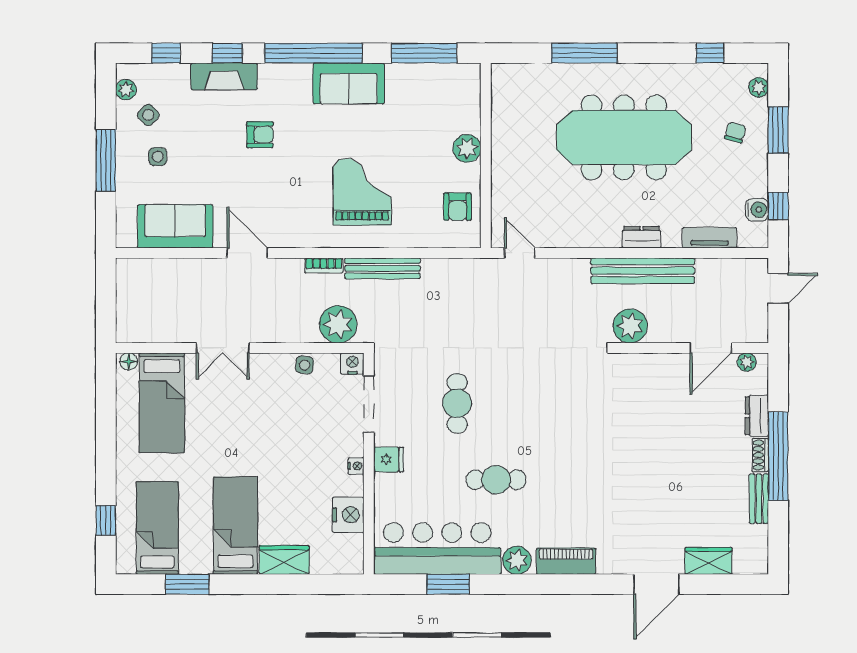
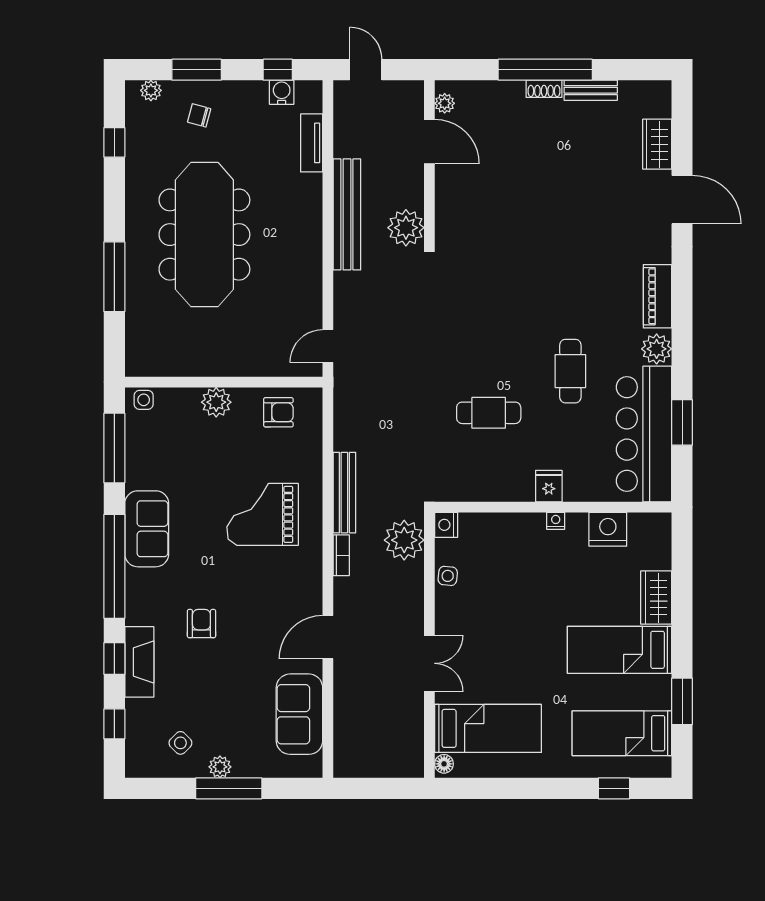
plant: (126, 90) -> (220, 767), moved
side table: (158, 157) -> (144, 400), moved
dresser: (642, 237) -> (311, 216), removed
doorway: (369, 404) -> (490, 507), removed
dresser: (757, 416) -> (502, 92), removed

